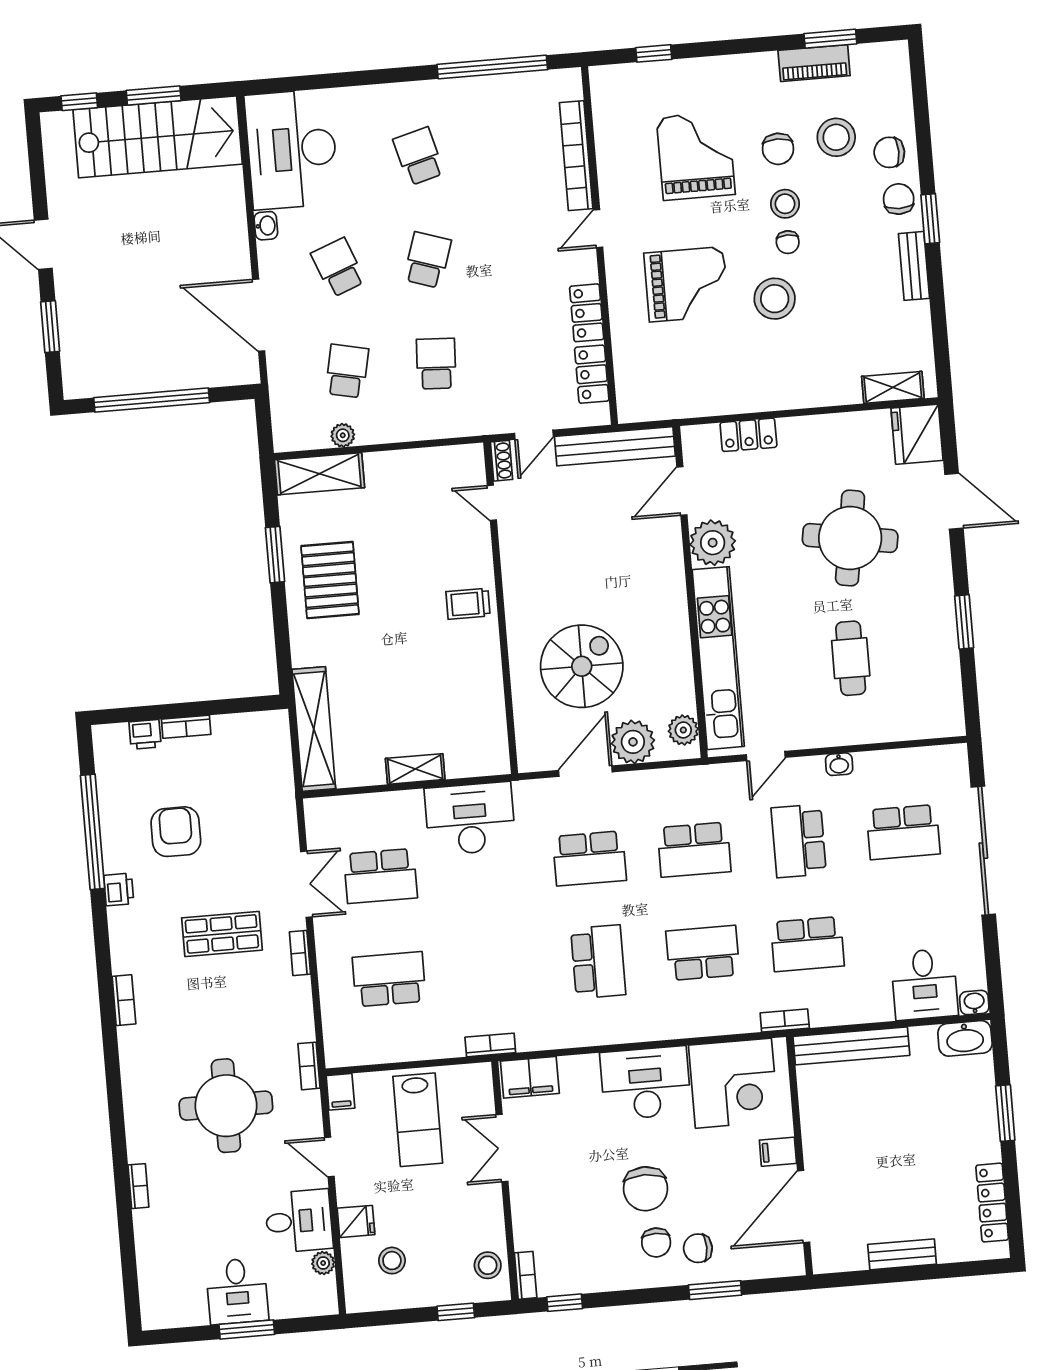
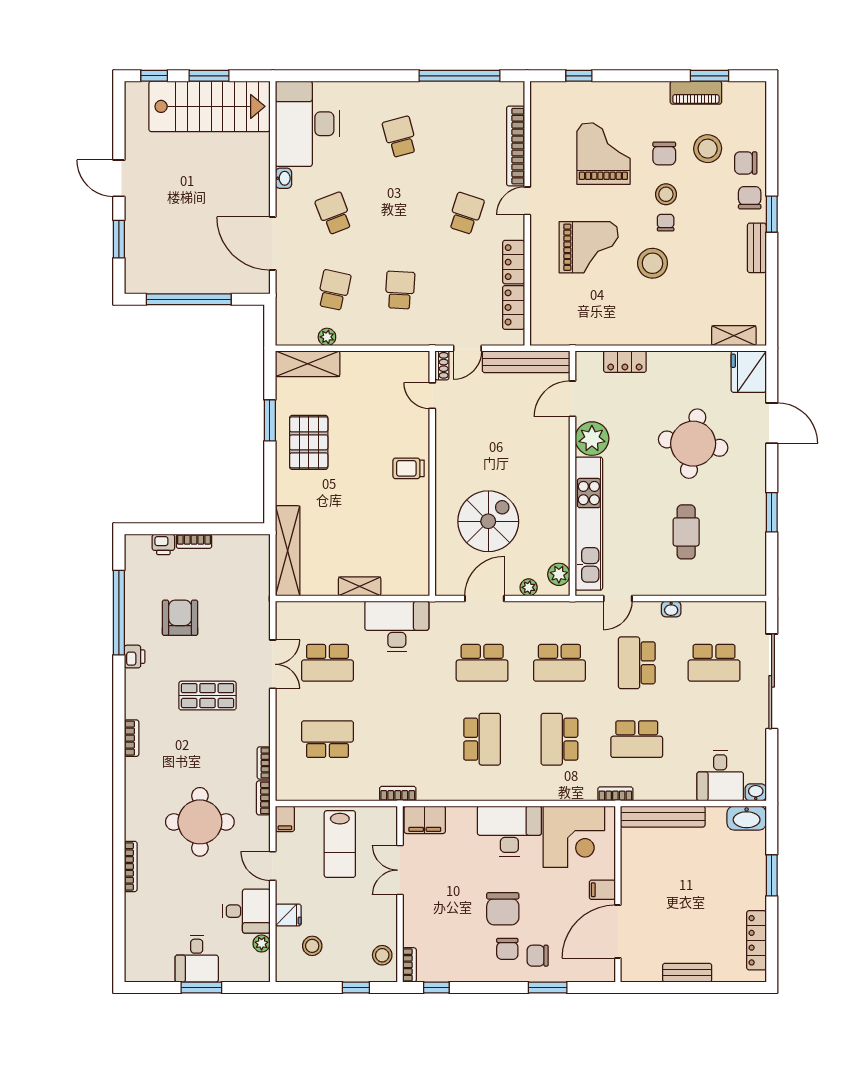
chair: (788, 242) -> (666, 223), turned 180
school desk: (427, 260) -> (466, 213), moved
plant: (633, 742) -> (529, 587), width x0.53, depth x0.53
bookcase: (300, 953) -> (264, 763), moved
school desk: (703, 953) -> (559, 739), turned -90
bookcase: (138, 1186) -> (131, 866), width x1.56

